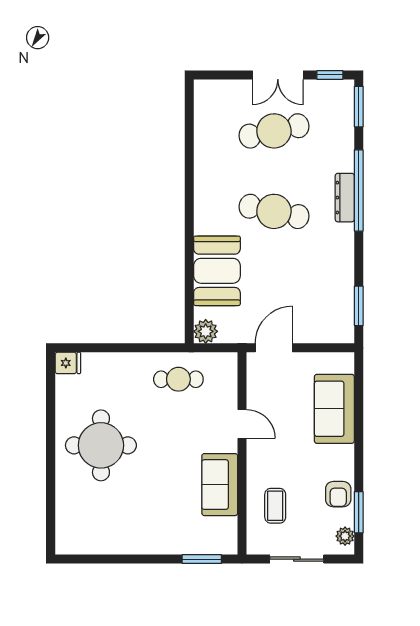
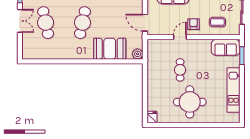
cafe table: (178, 379) -> (180, 70), moved
armchair: (271, 454) -> (194, 24), added
sofa: (220, 485) -> (226, 47), moved
kitchen unit: (127, 541) -> (234, 90), added

